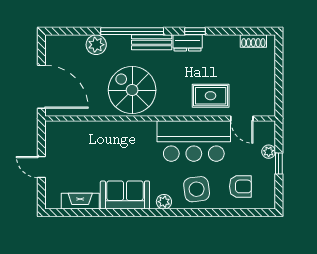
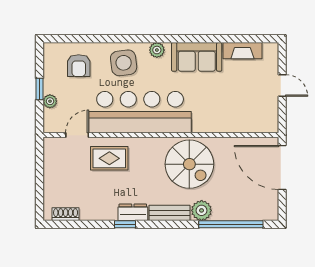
window: (132, 31) -> (231, 224), moved
plant: (96, 45) -> (202, 210), moved
door: (242, 118) -> (77, 135), hinge flipped
bar counter: (194, 141) -> (140, 112), width x1.36
armchair: (240, 186) -> (79, 66), turned -90

